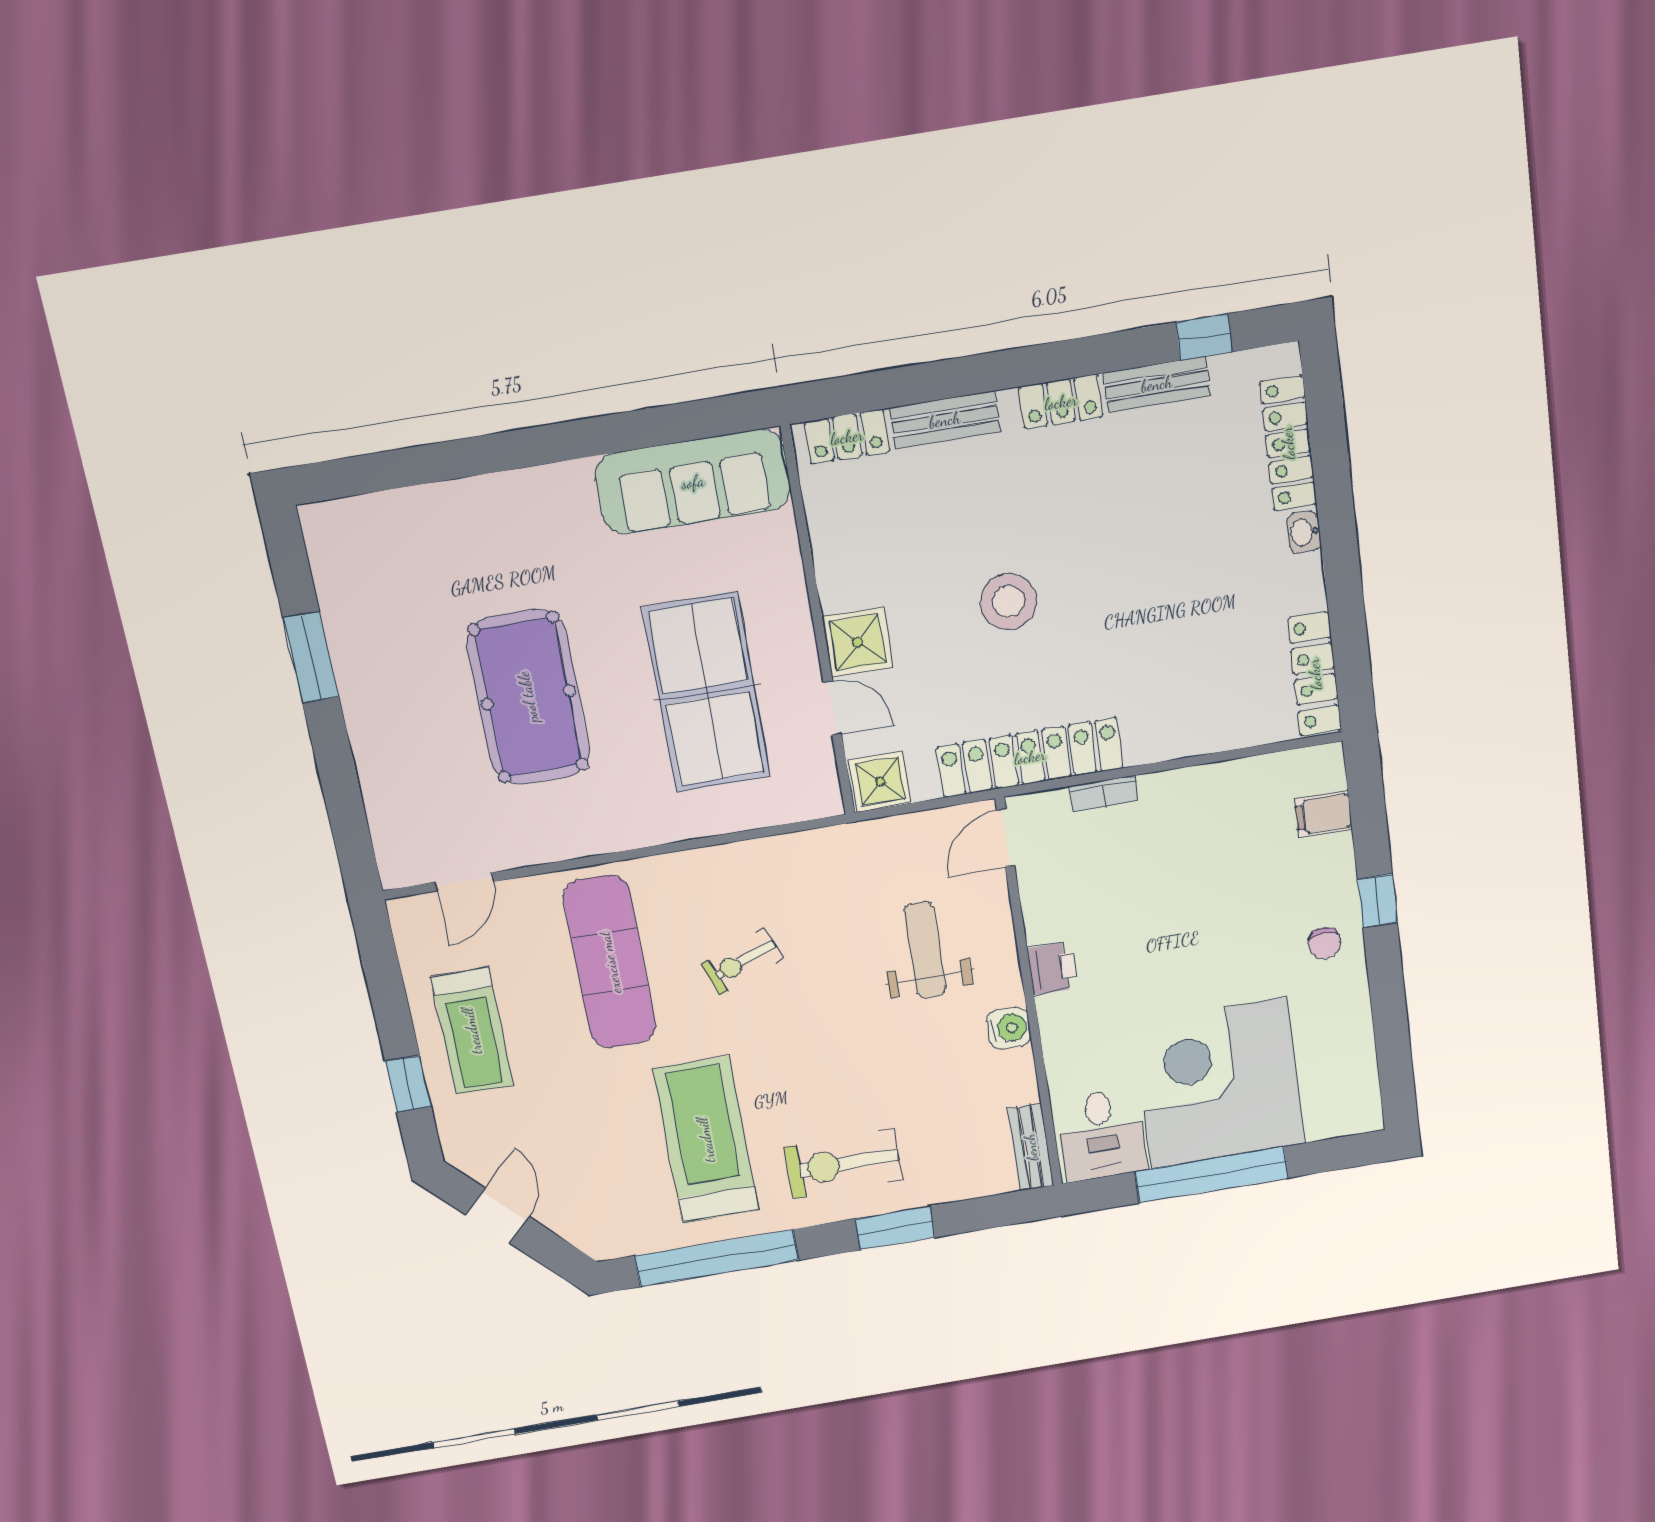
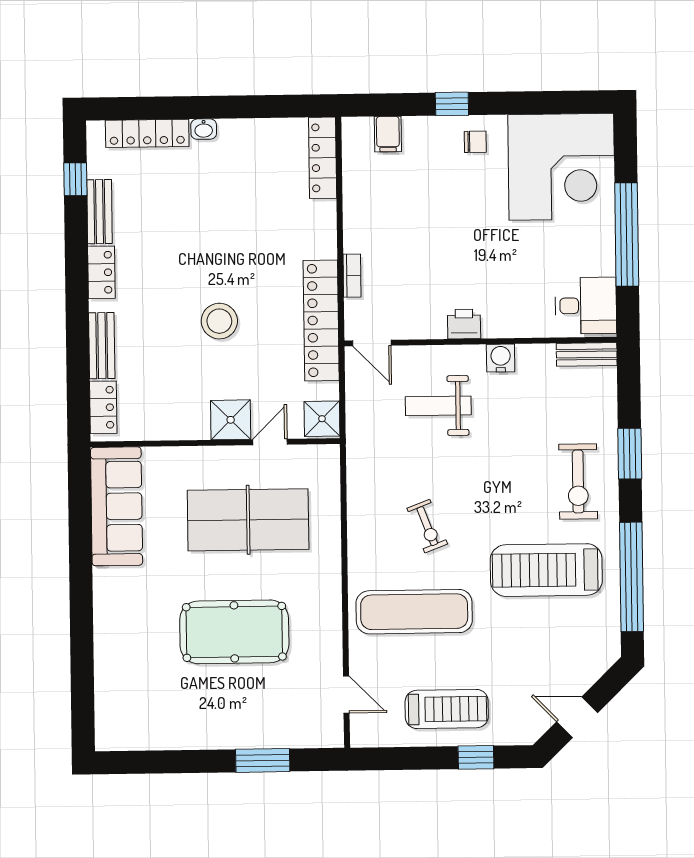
window: (311, 658) -> (263, 760), moved
locker: (1315, 674) -> (323, 158), moved, turned 90
corner desk: (1219, 1084) -> (561, 167), moved, turned -90

